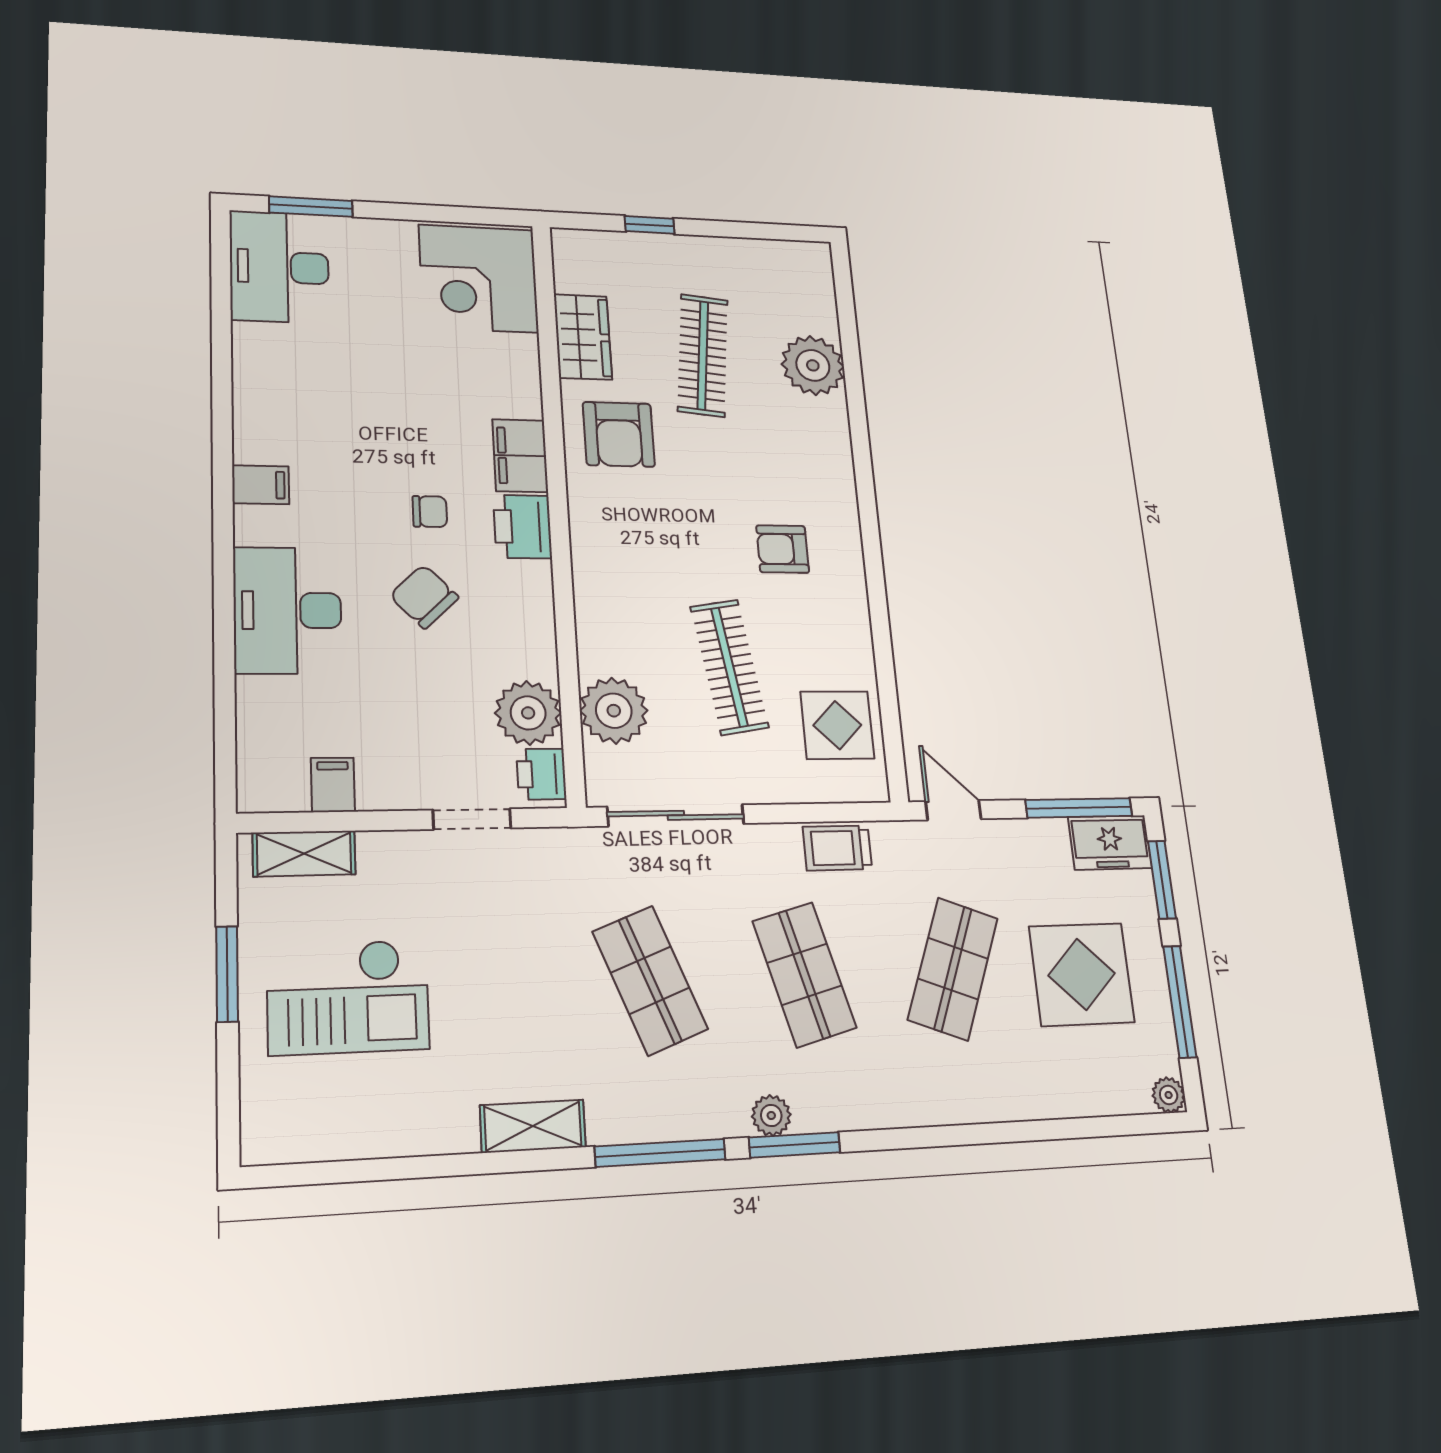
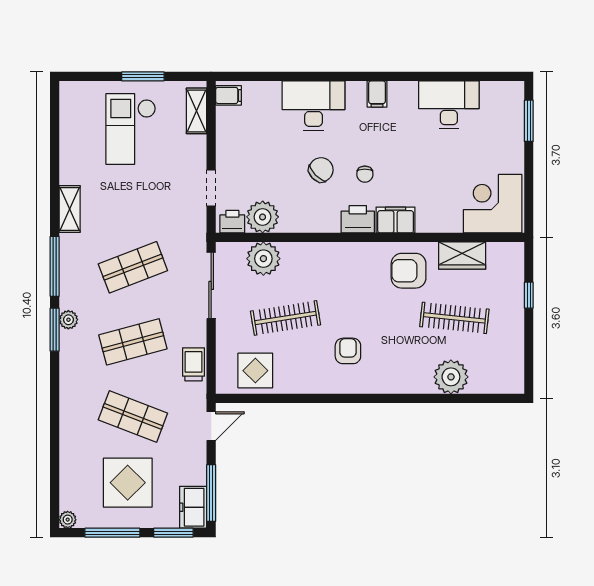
desk: (279, 267) -> (449, 105), moved
filing cabinet: (333, 785) -> (229, 95), moved

